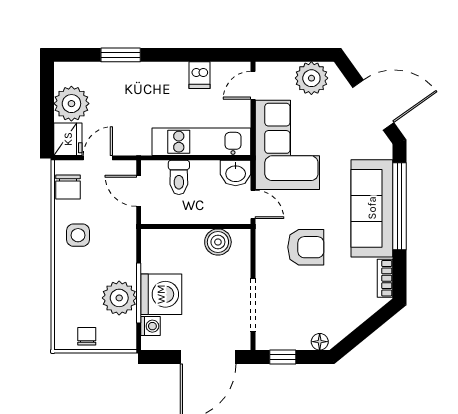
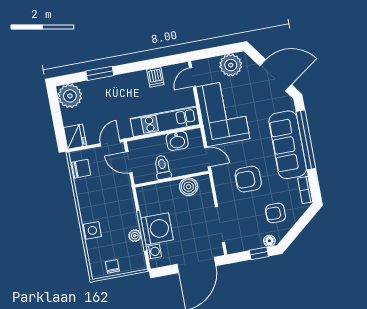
plant: (71, 104) -> (70, 96), moved
door: (98, 158) -> (110, 143), moved
washbasin: (236, 173) -> (177, 141), moved
toilet: (179, 177) -> (162, 167), moved, turned 180
chair: (68, 187) -> (81, 169), turned -90
side table: (78, 235) -> (92, 230), moved
armchair: (306, 247) -> (248, 179), turned 180
plant: (119, 298) -> (135, 236), width x0.53, depth x0.53
armchair: (336, 303) -> (275, 213), added
window: (283, 357) -> (259, 253), moved

